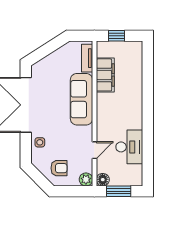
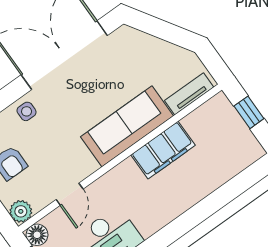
filing cabinet: (105, 75) -> (163, 150), moved
door: (94, 150) -> (70, 194), hinge flipped

